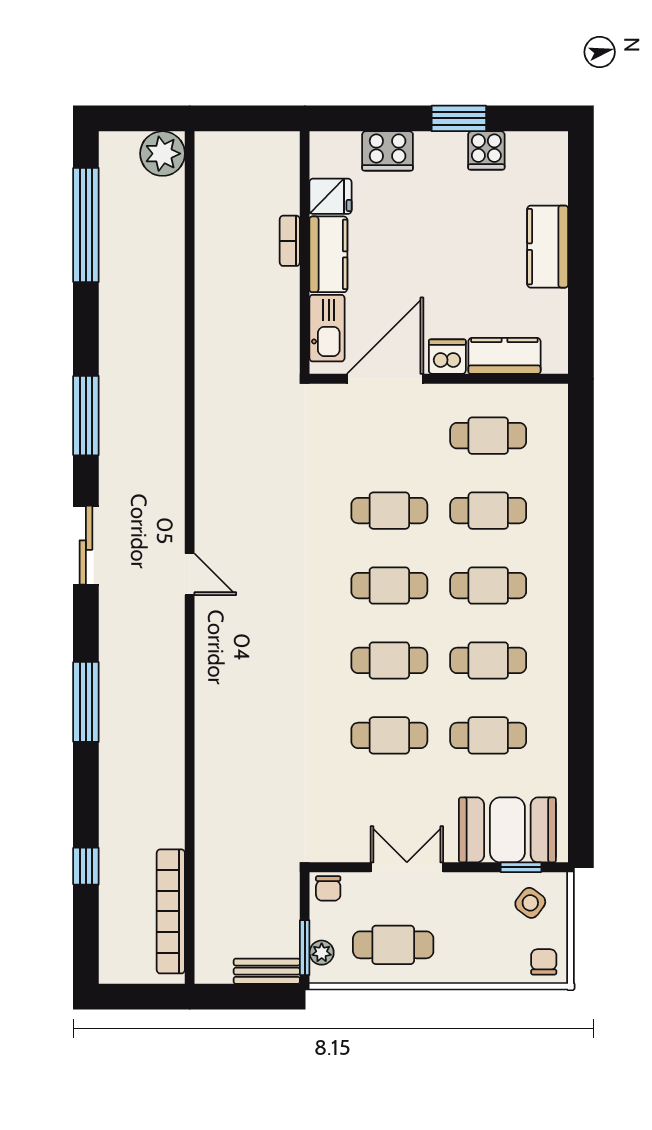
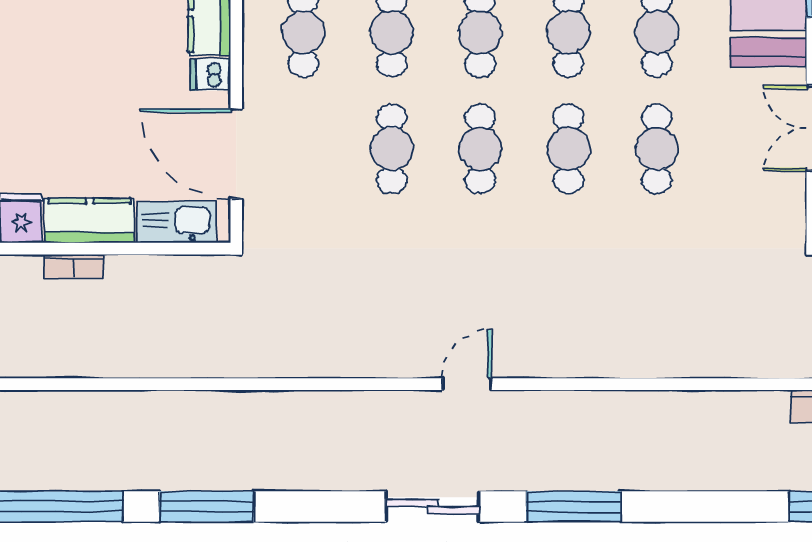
dishwasher: (447, 357) -> (210, 74), width x0.73
window: (86, 416) -> (207, 506), moved
window: (86, 702) -> (574, 506), moved

